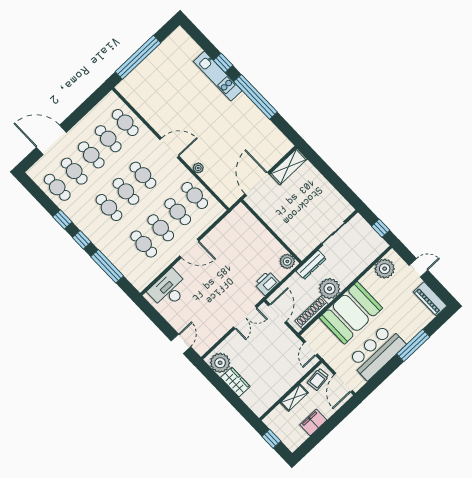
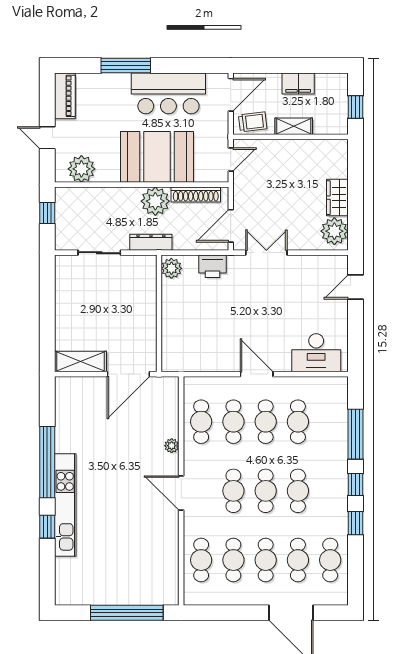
kitchen unit: (218, 76) -> (65, 505), width x1.36

